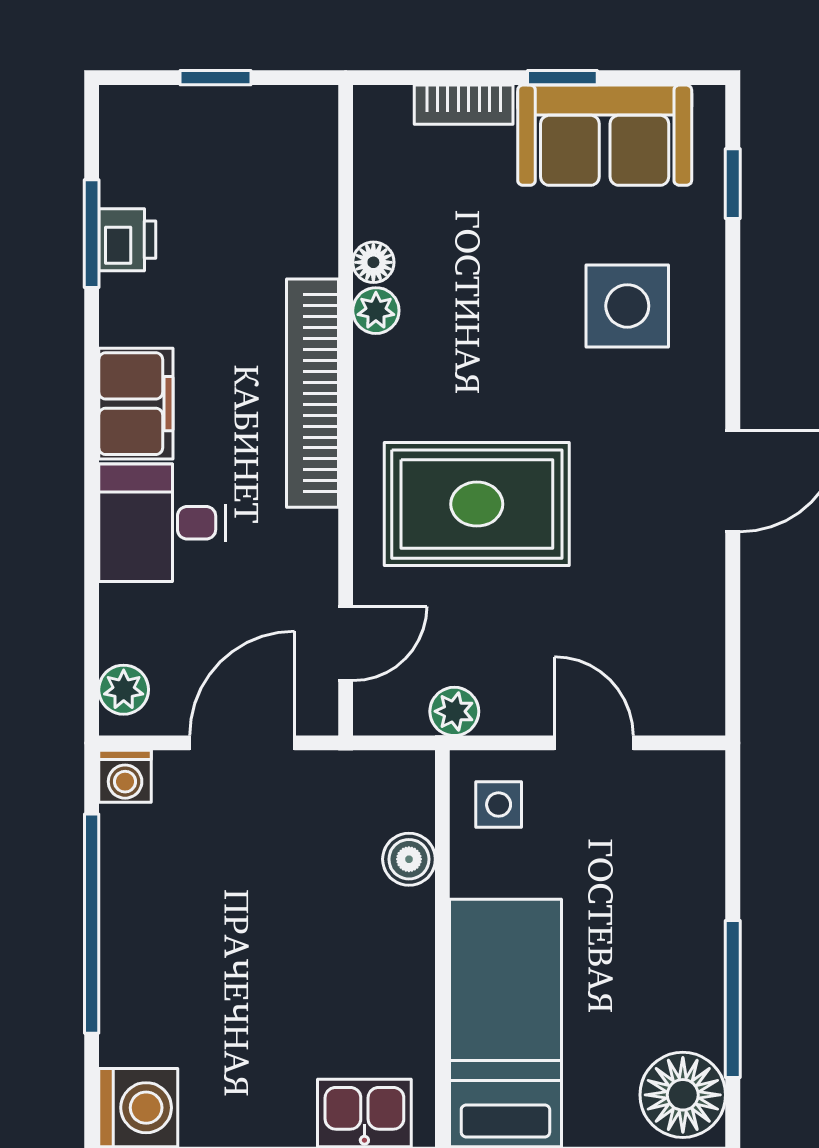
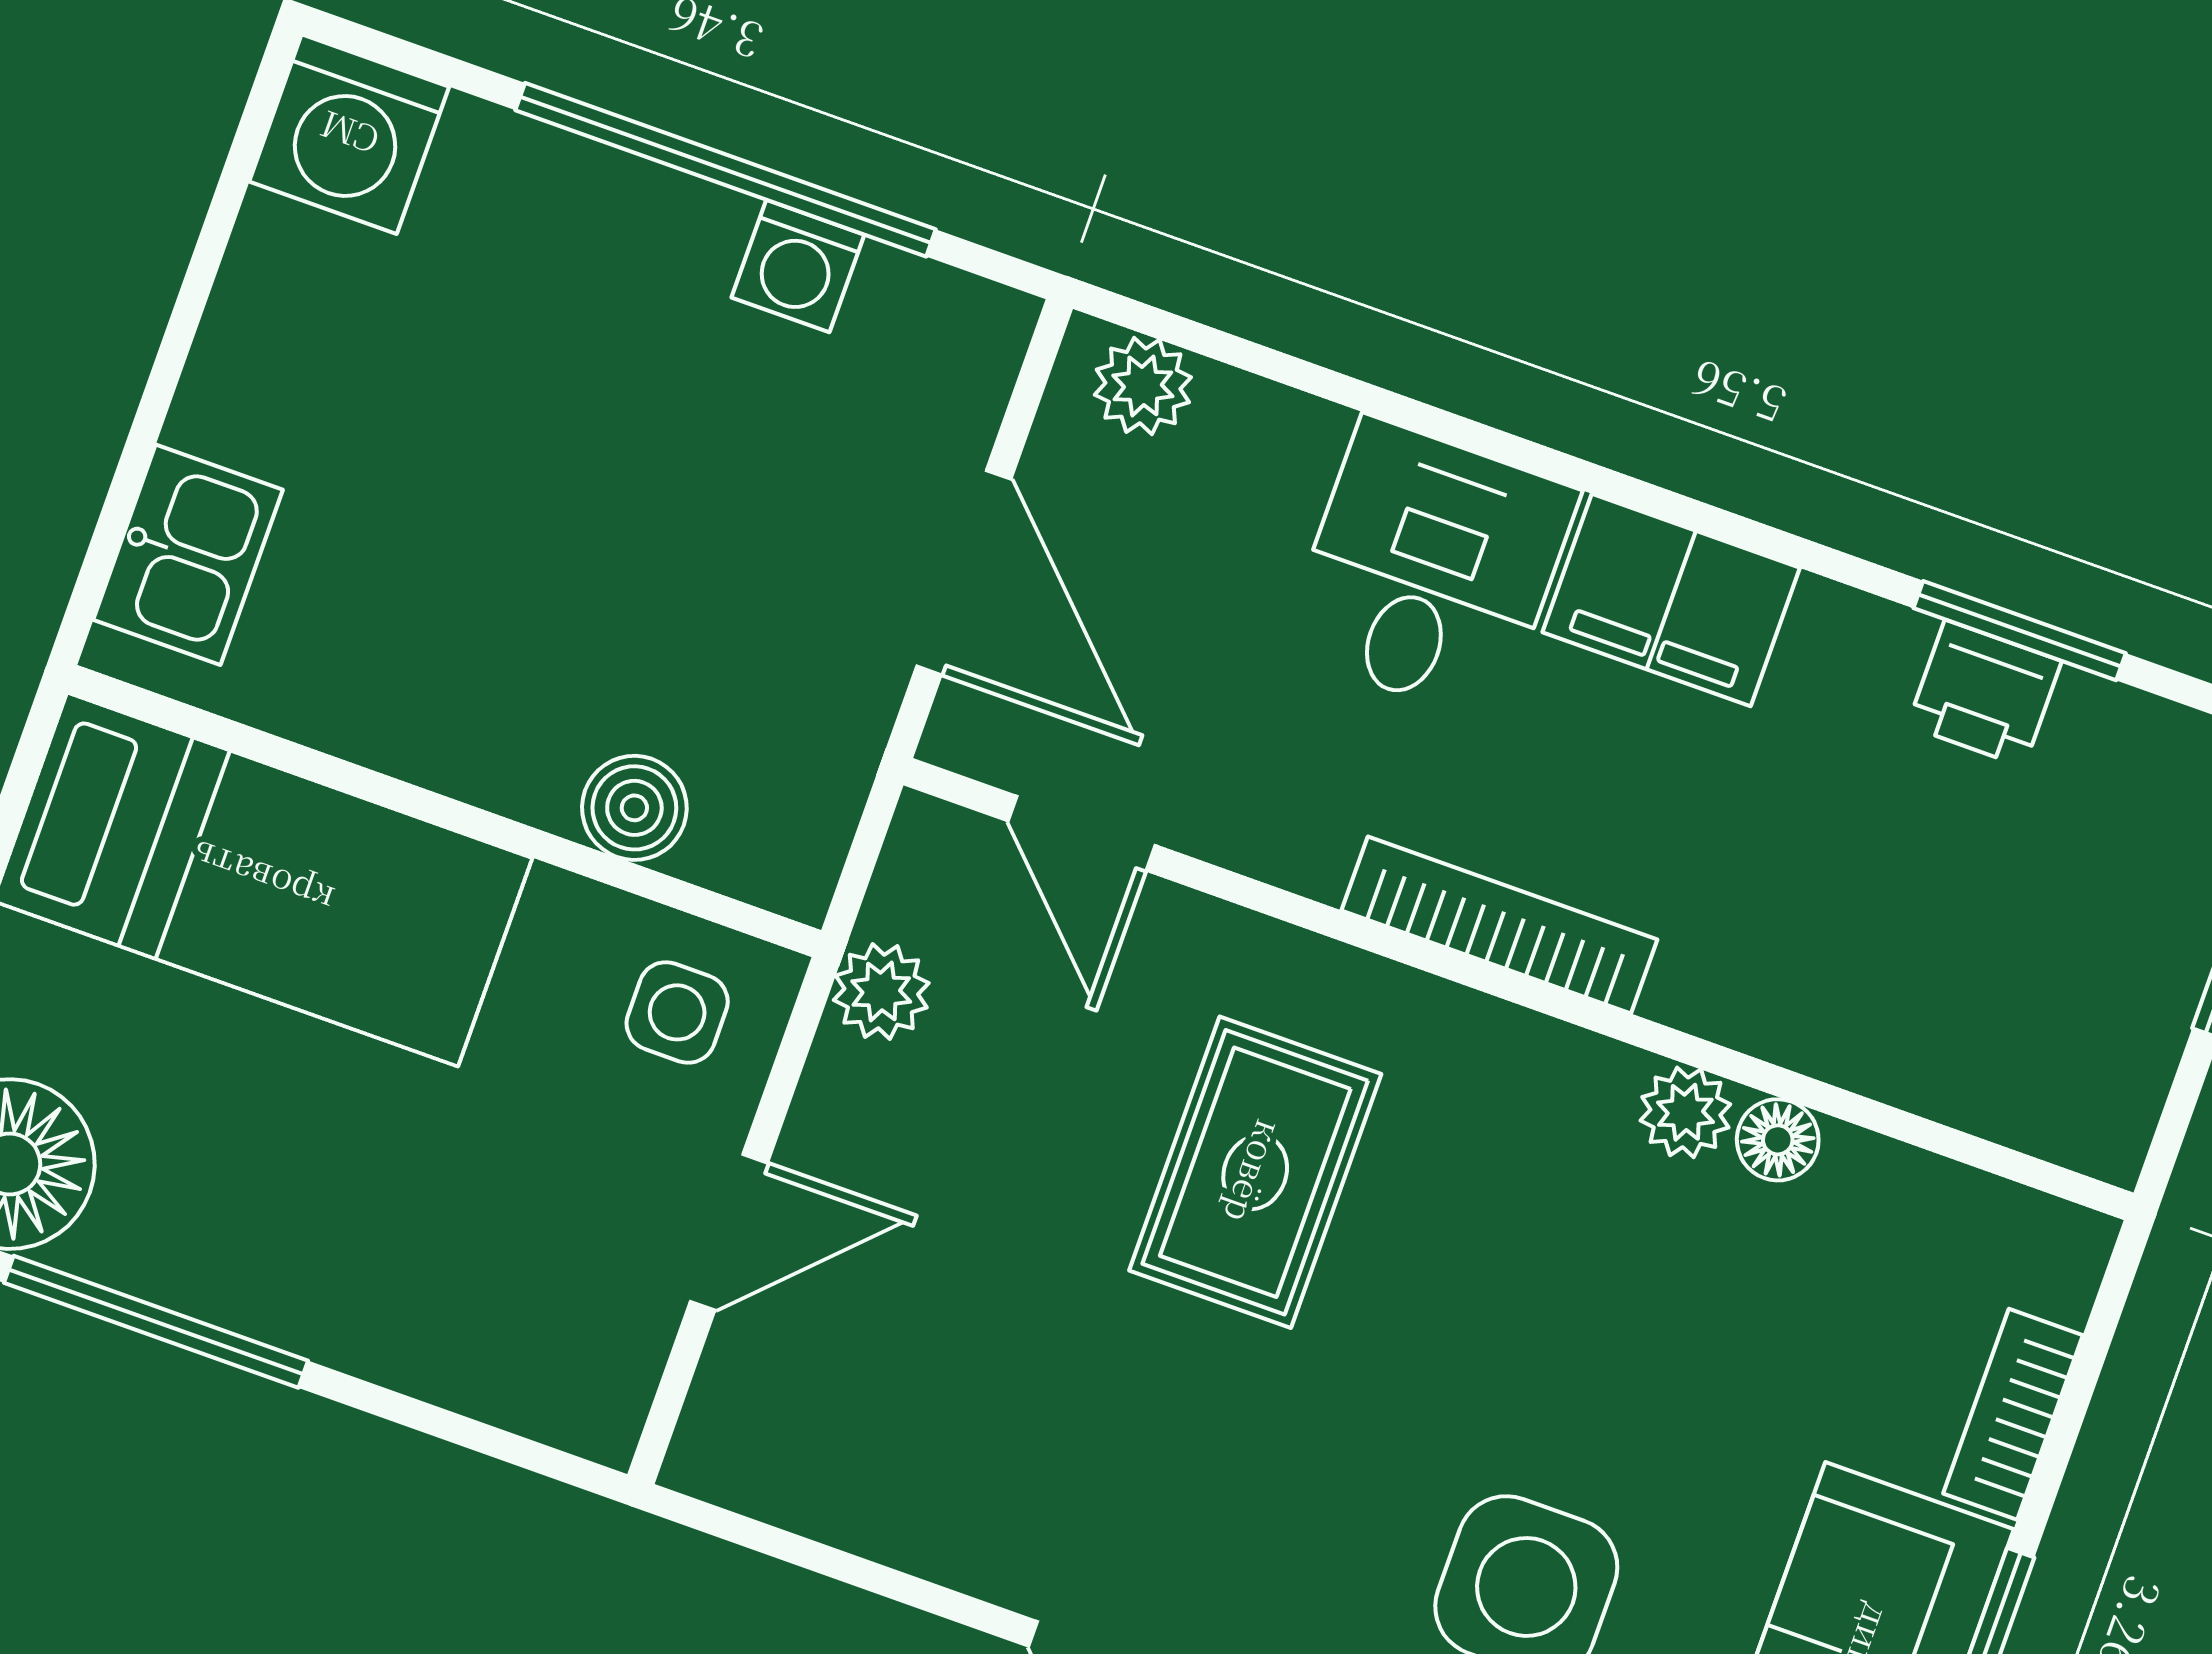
bookcase: (312, 393) -> (1499, 925), width x0.68, depth x0.76
rug: (477, 504) -> (1255, 1172), width x0.73, depth x0.70
washing machine: (125, 776) -> (798, 266), moved, turned -90

